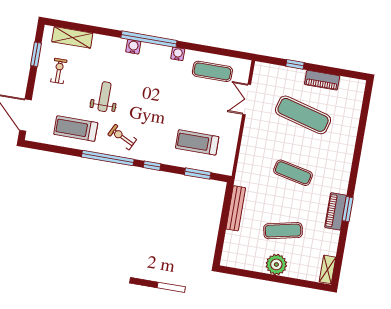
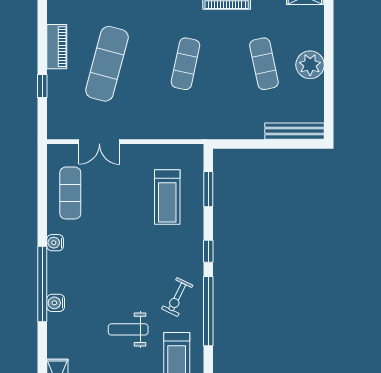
bench: (236, 208) -> (294, 131), moved

